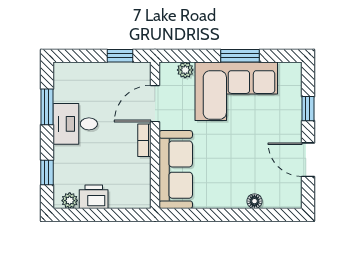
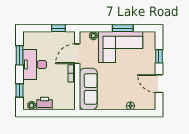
desk: (75, 124) -> (35, 65), width x1.37

